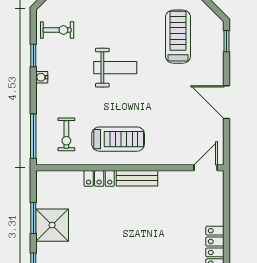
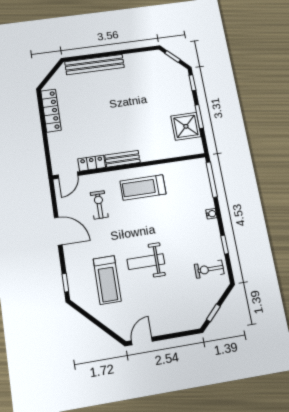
weight bench: (115, 68) -> (146, 262), moved
water cooler: (42, 77) -> (211, 214), moved
exercise bike: (66, 134) -> (99, 205), moved
locker: (99, 178) -> (92, 163), moved
shower: (52, 225) -> (186, 126), moved

